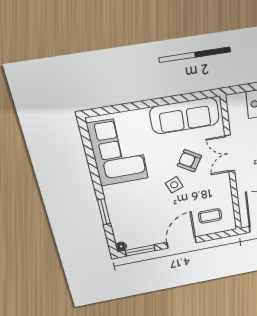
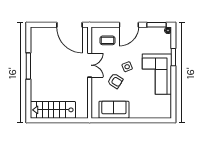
sofa: (185, 116) -> (114, 110), width x0.73
corner sofa: (118, 151) -> (157, 74), moved
double door: (230, 154) -> (90, 65), moved

